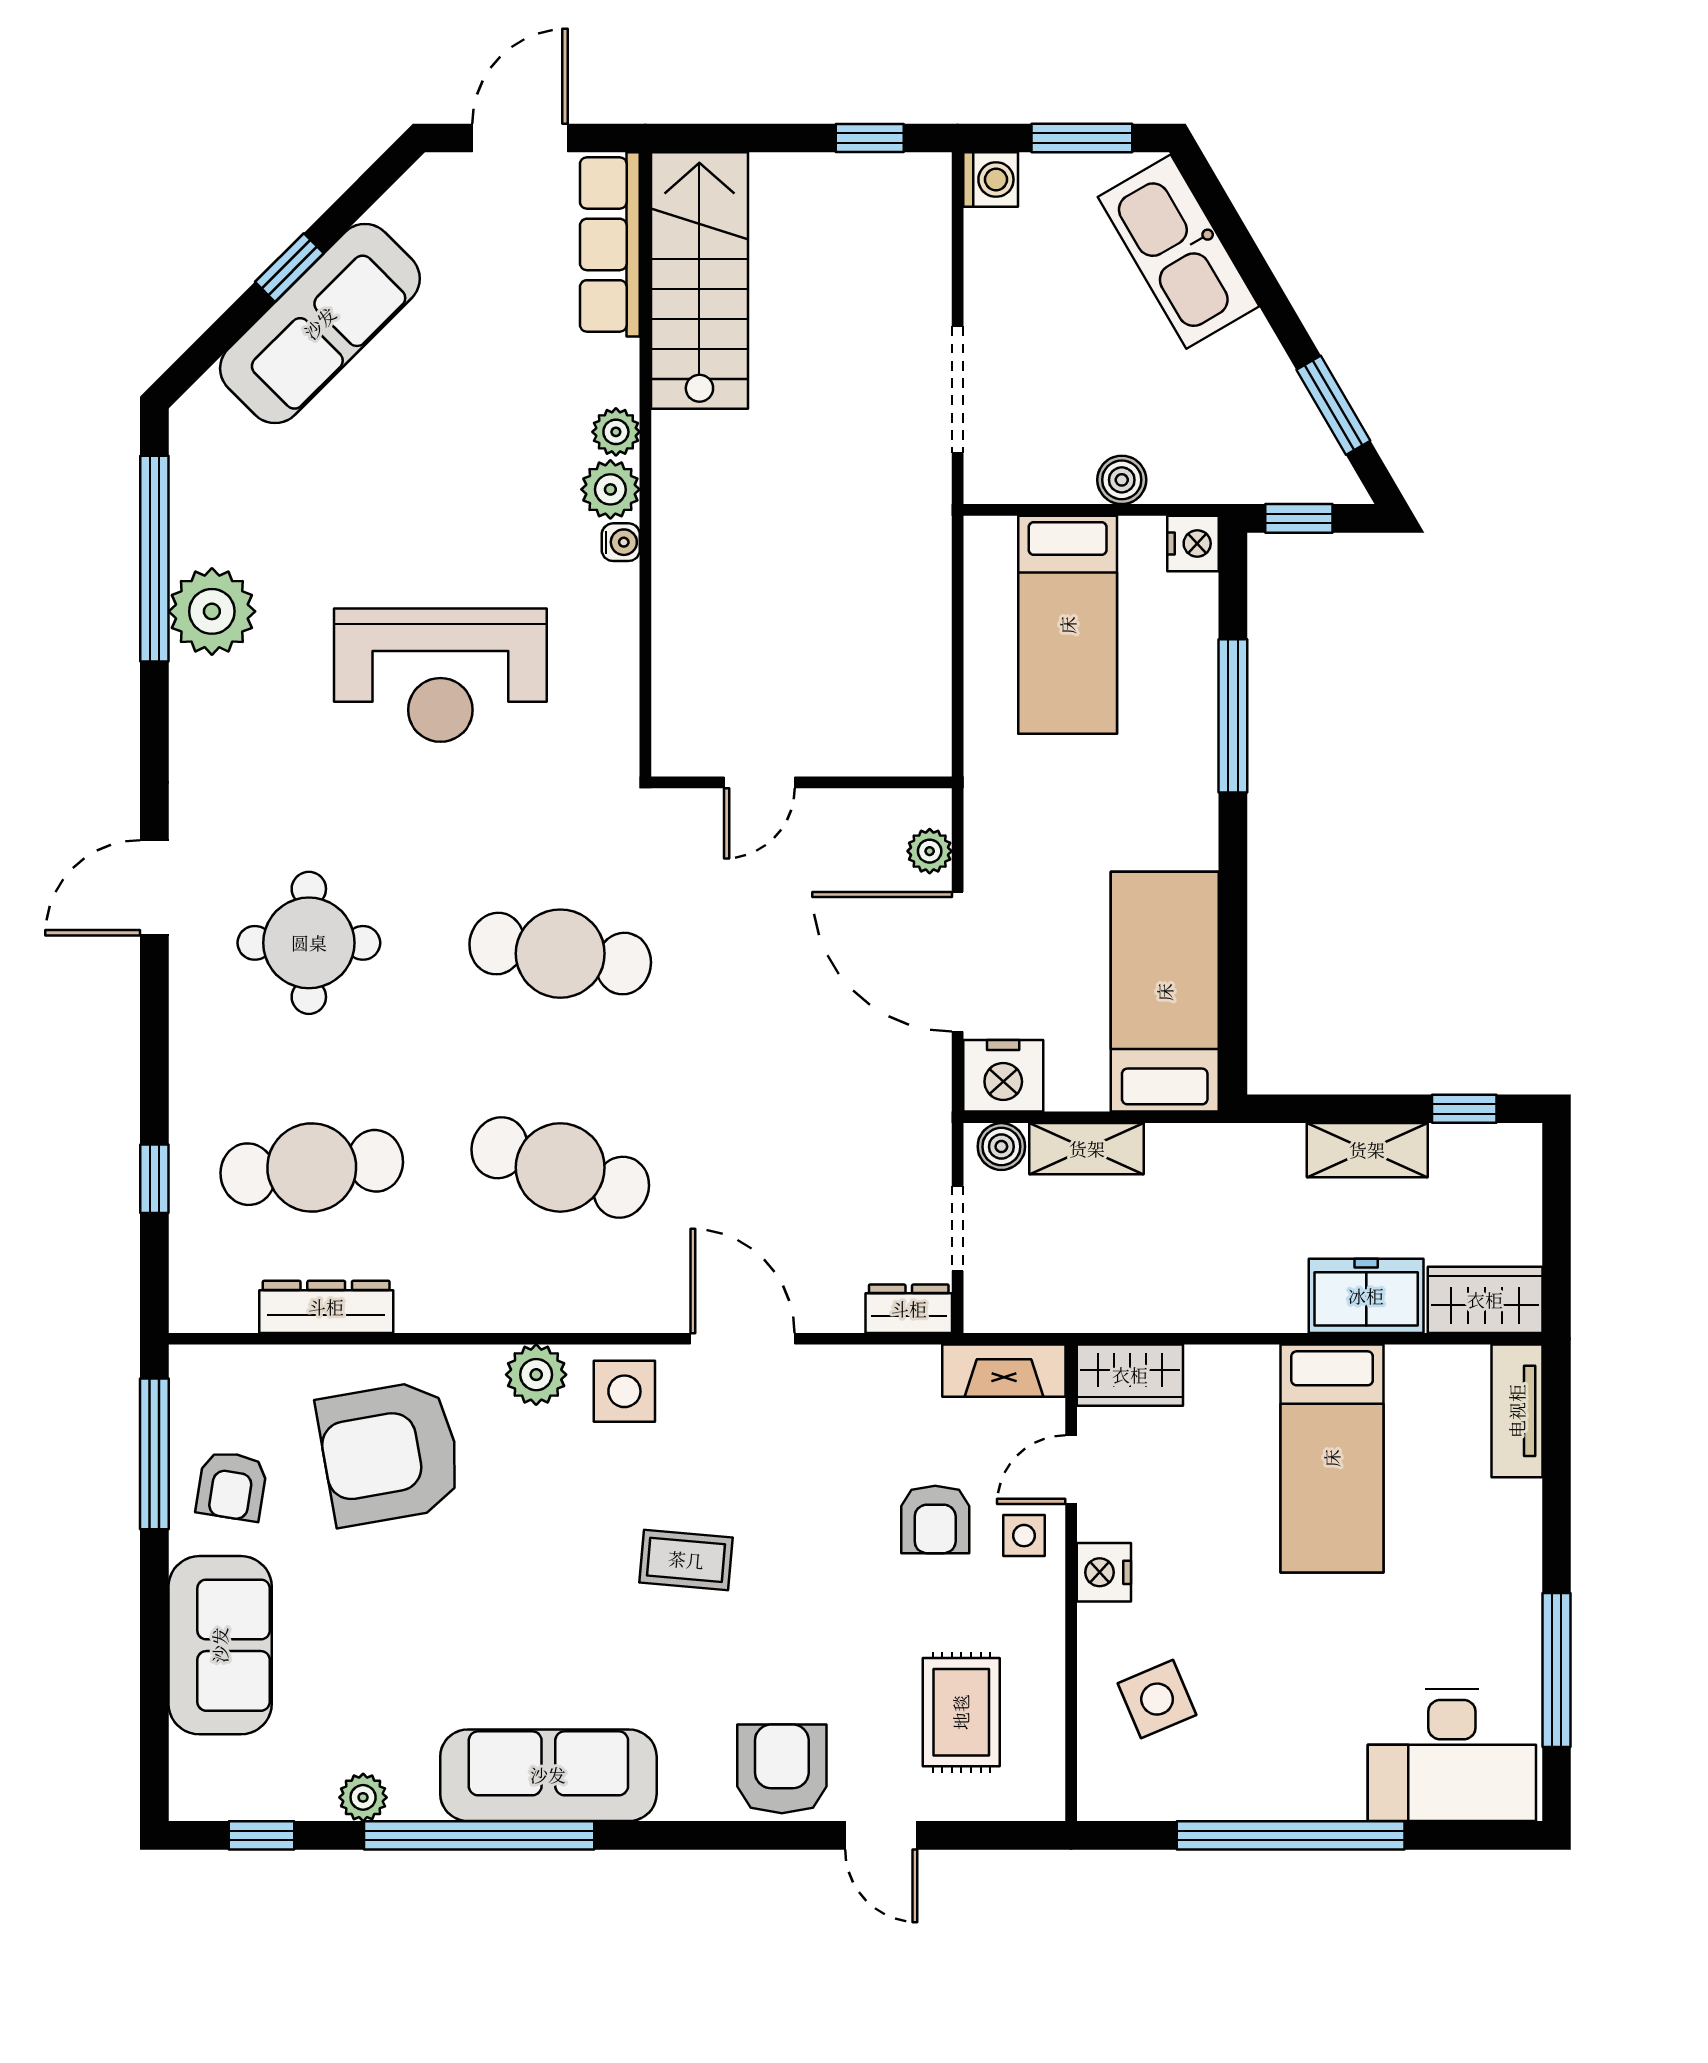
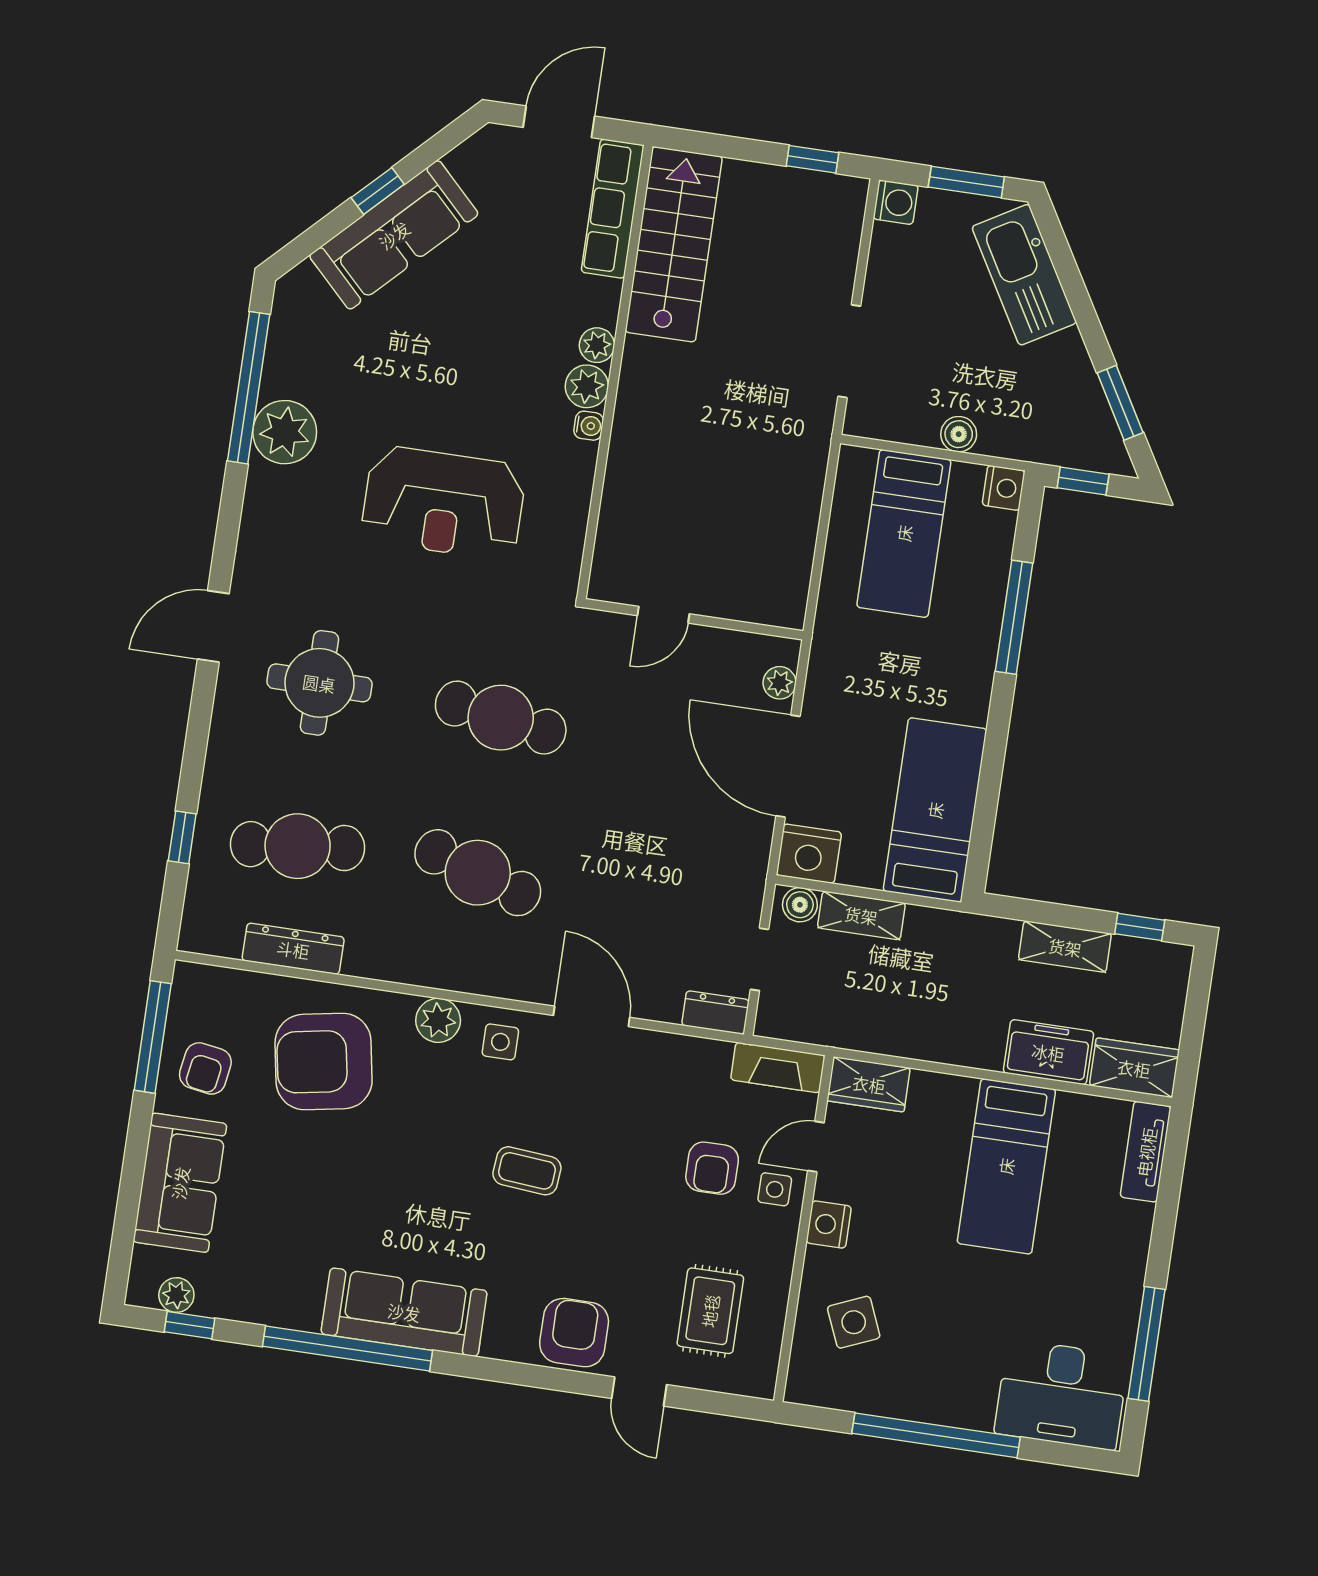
side table: (624, 1391) -> (500, 1042), width x0.73, depth x0.73
plant: (363, 1797) -> (176, 1295), moved

